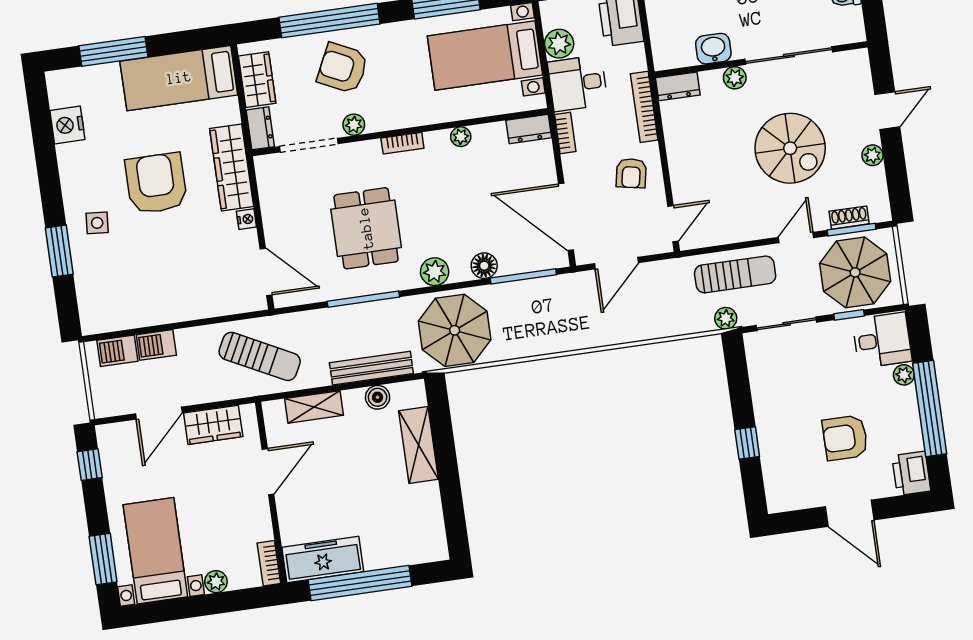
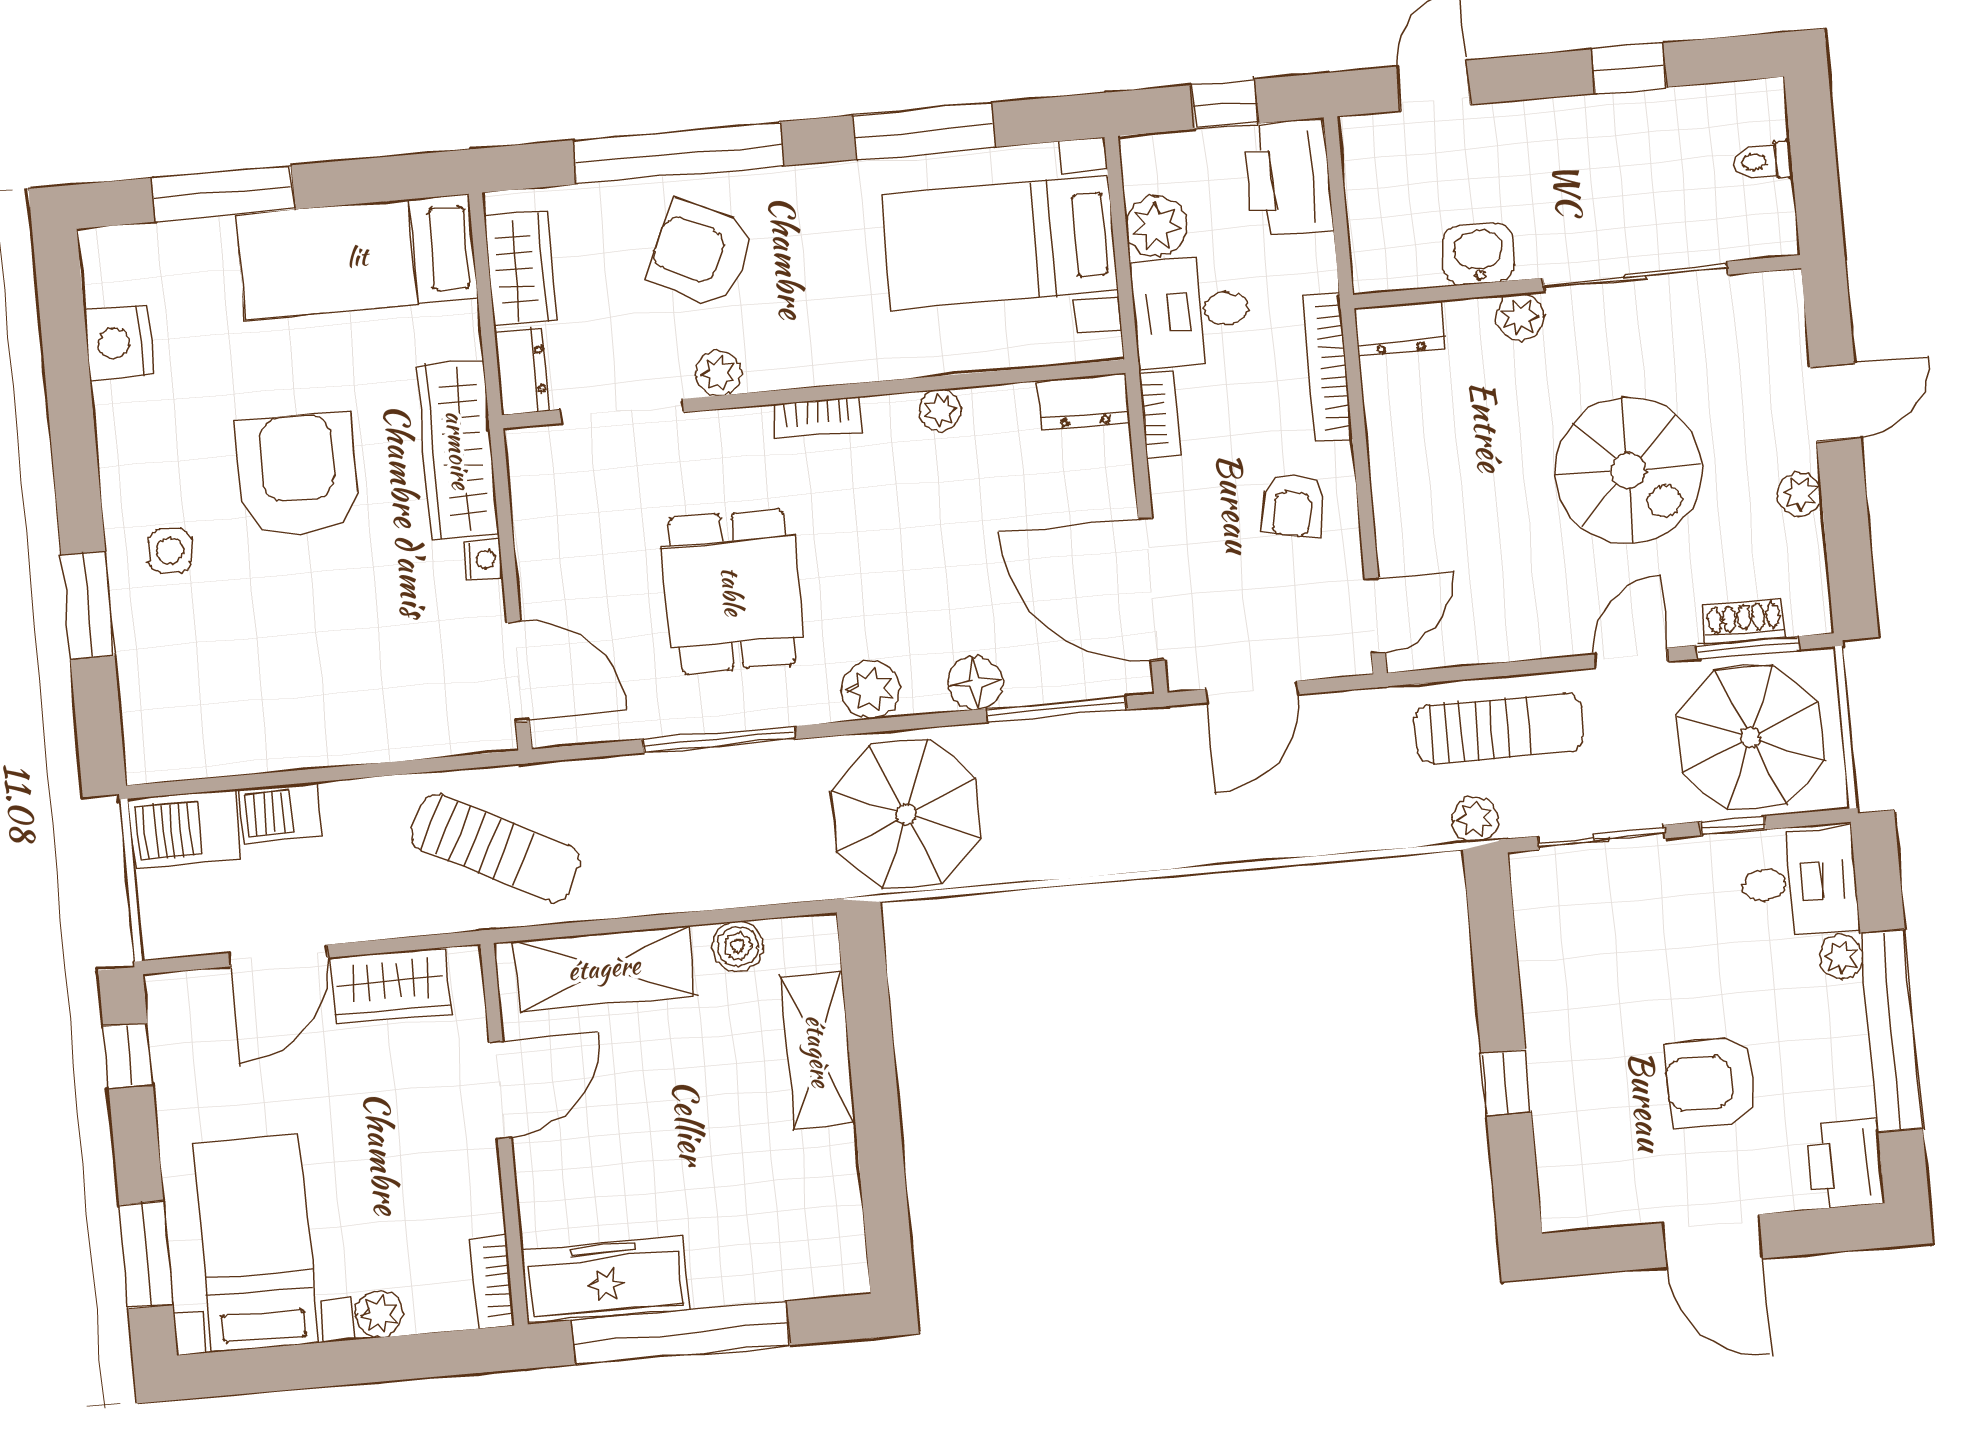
barbecue: (117, 351) -> (184, 829), width x1.38, depth x1.27
bench: (371, 368) -> (728, 885), removed
shelving: (314, 407) -> (604, 968), width x1.50, depth x1.33

